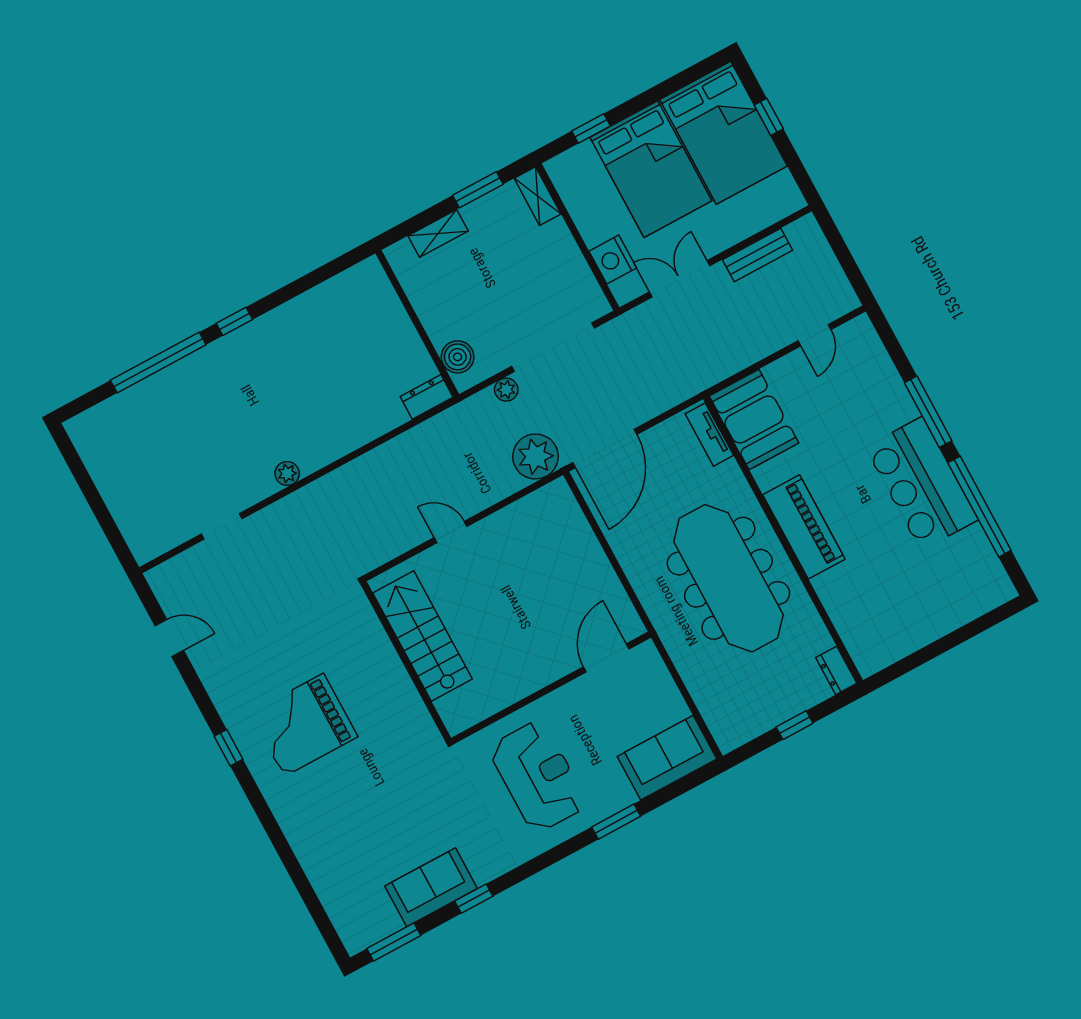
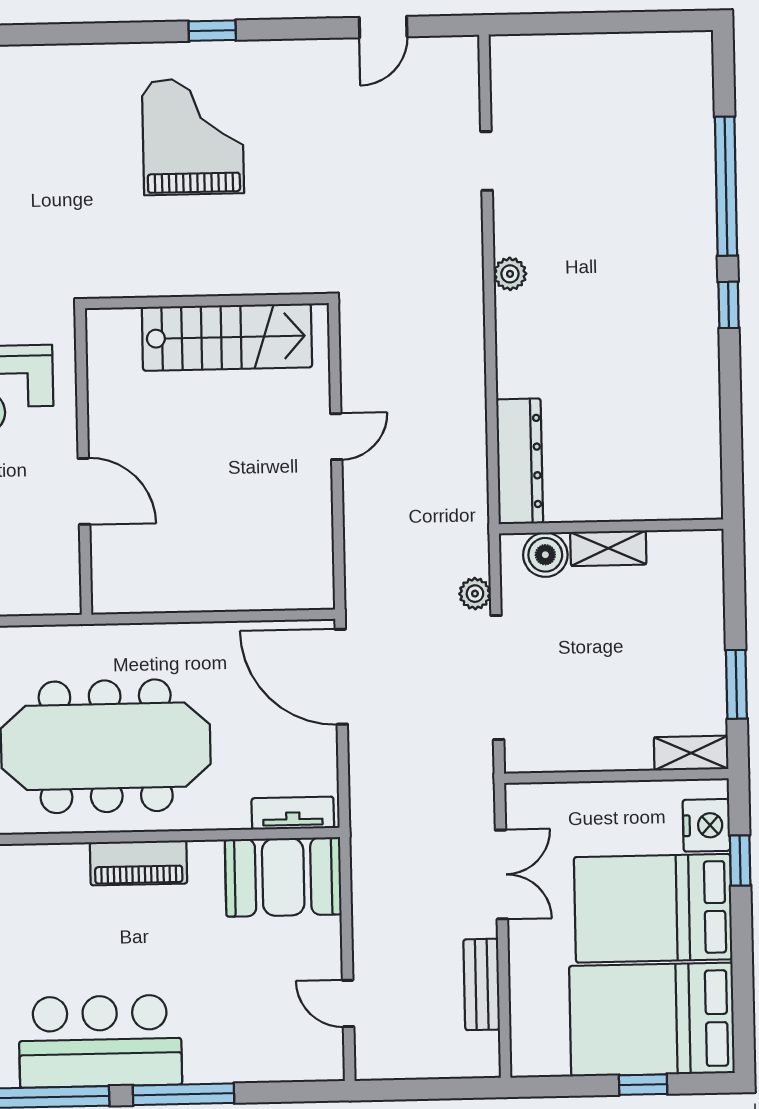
shelving: (438, 233) -> (608, 548), moved, turned 90
nightstand: (613, 260) -> (706, 825), moved, turned 90
dresser: (427, 397) -> (520, 461), width x1.96, depth x1.24
plant: (535, 456) -> (375, 587), removed
piano: (804, 527) -> (139, 863), width x0.73, depth x0.75
door: (606, 658) -> (84, 491), moved

